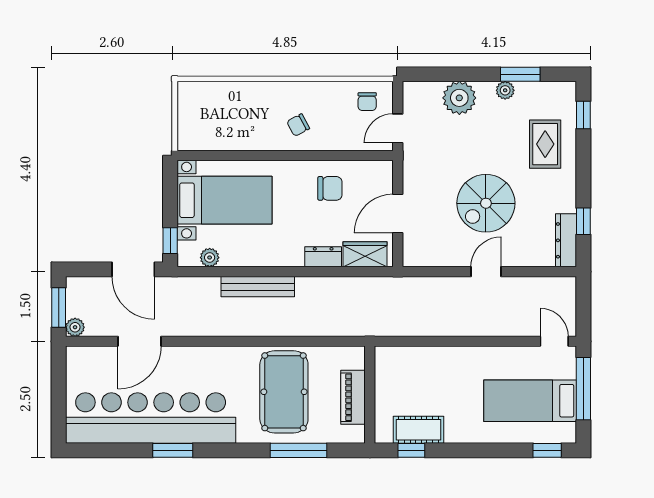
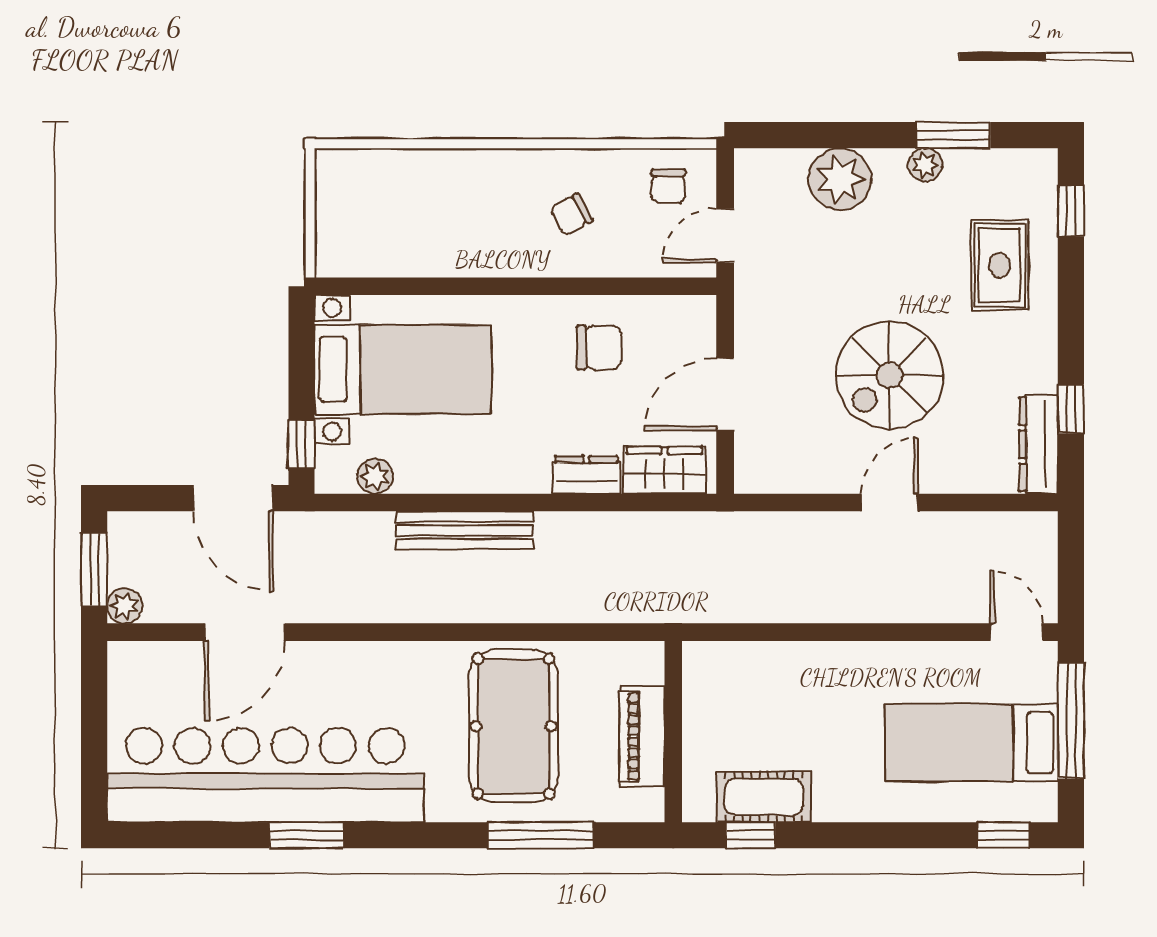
chair: (298, 125) -> (571, 214), moved

